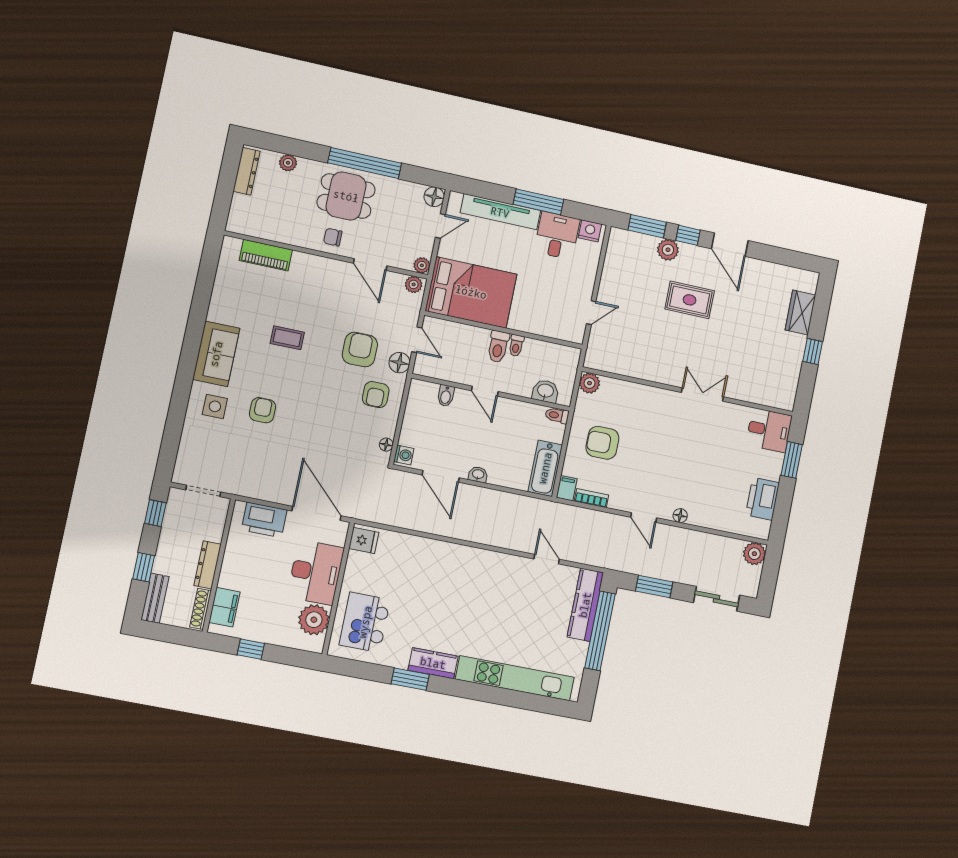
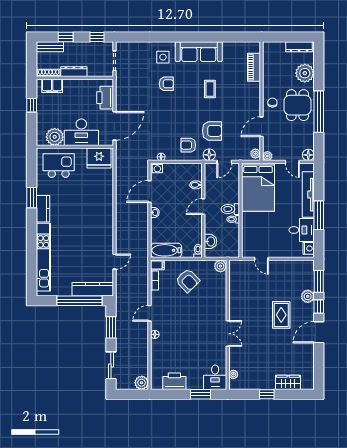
plant: (288, 163) -> (305, 73), width x1.88, depth x1.88
sofa: (216, 354) -> (199, 52), width x1.36
plant: (770, 399) -> (233, 374), added
armchair: (602, 443) -> (188, 280), turned 136
fridge: (364, 540) -> (99, 158), width x1.88, depth x1.34

